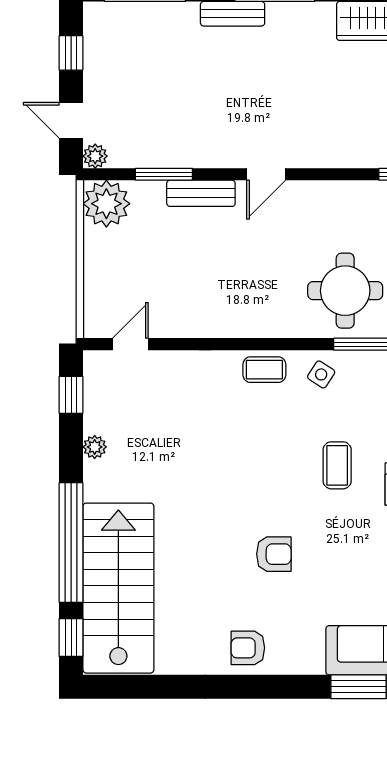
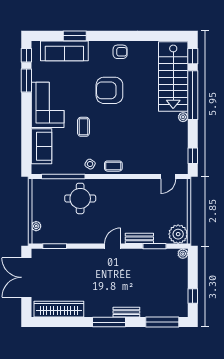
door: (71, 120) -> (193, 268), removed
plant: (95, 447) -> (183, 117), moved
armchair: (274, 554) -> (109, 90), width x1.88, depth x1.88

